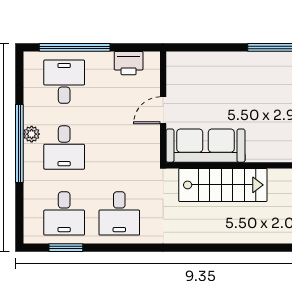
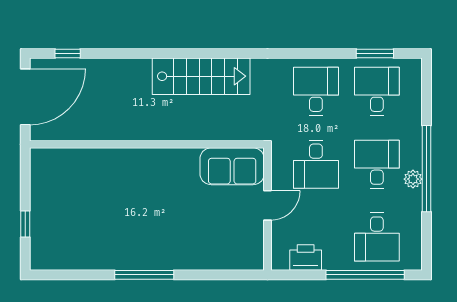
sofa: (205, 146) -> (232, 166), width x0.73
desk: (119, 148) -> (316, 164), added
stairs: (223, 185) -> (201, 76), moved, turned 180

